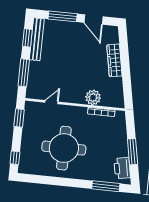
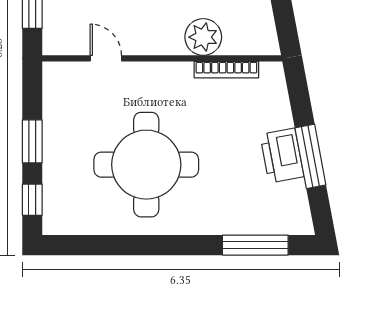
door: (52, 102) -> (106, 58), hinge flipped
window: (19, 118) -> (32, 141), moved
printer: (122, 168) -> (282, 156), moved

